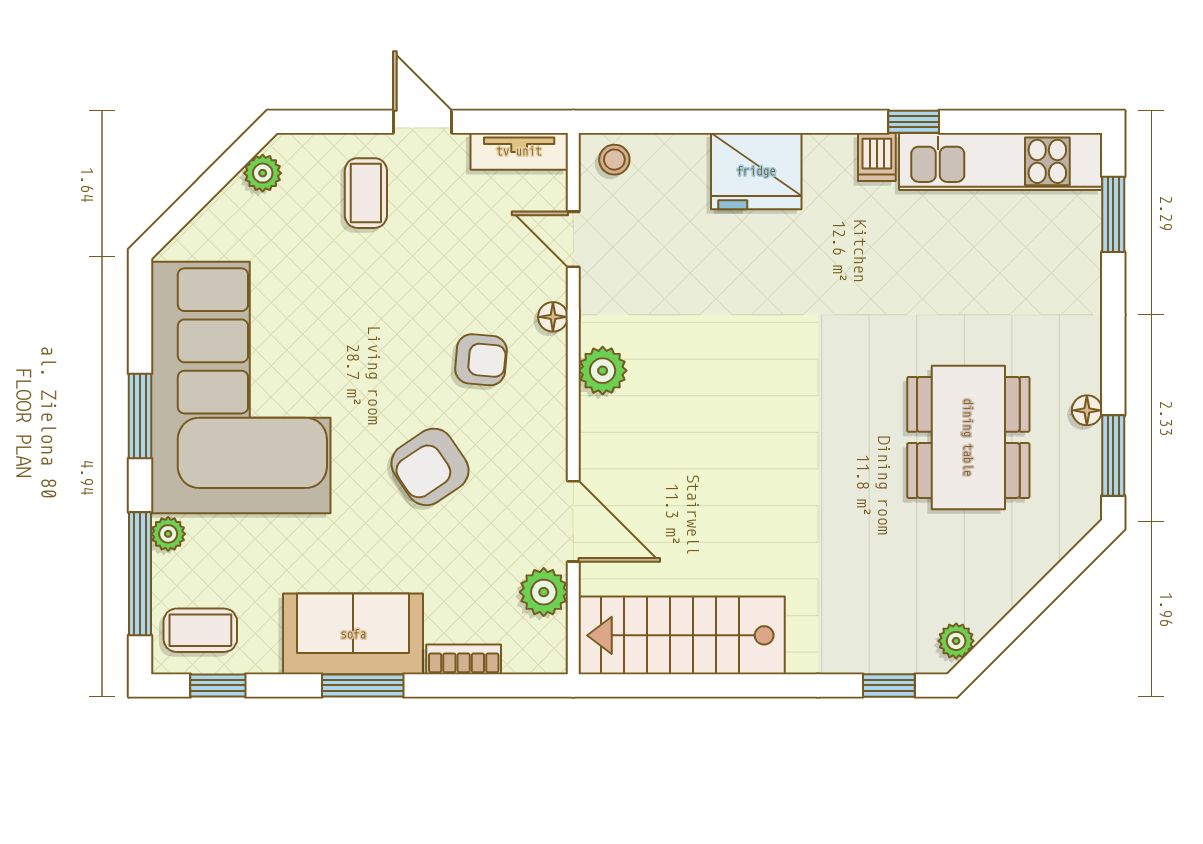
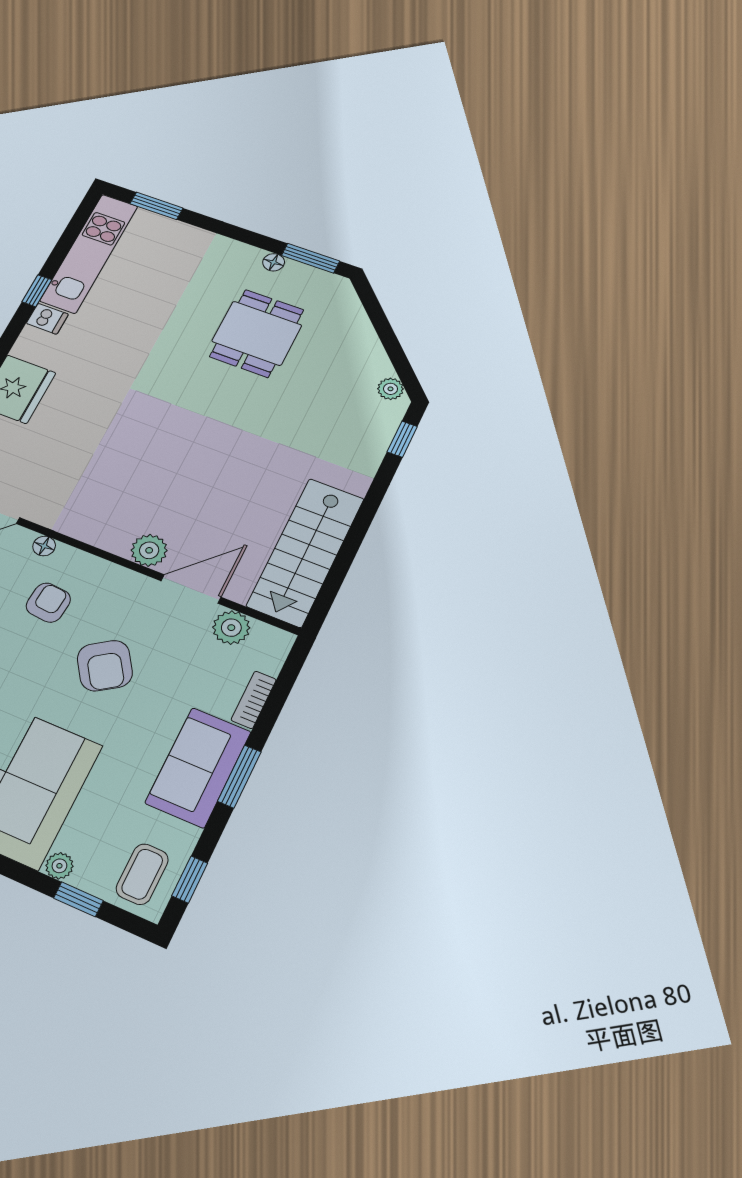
plant: (603, 371) -> (149, 550), moved
dining table: (968, 437) -> (257, 333), width x0.73
window: (140, 574) -> (78, 899), width x0.46

